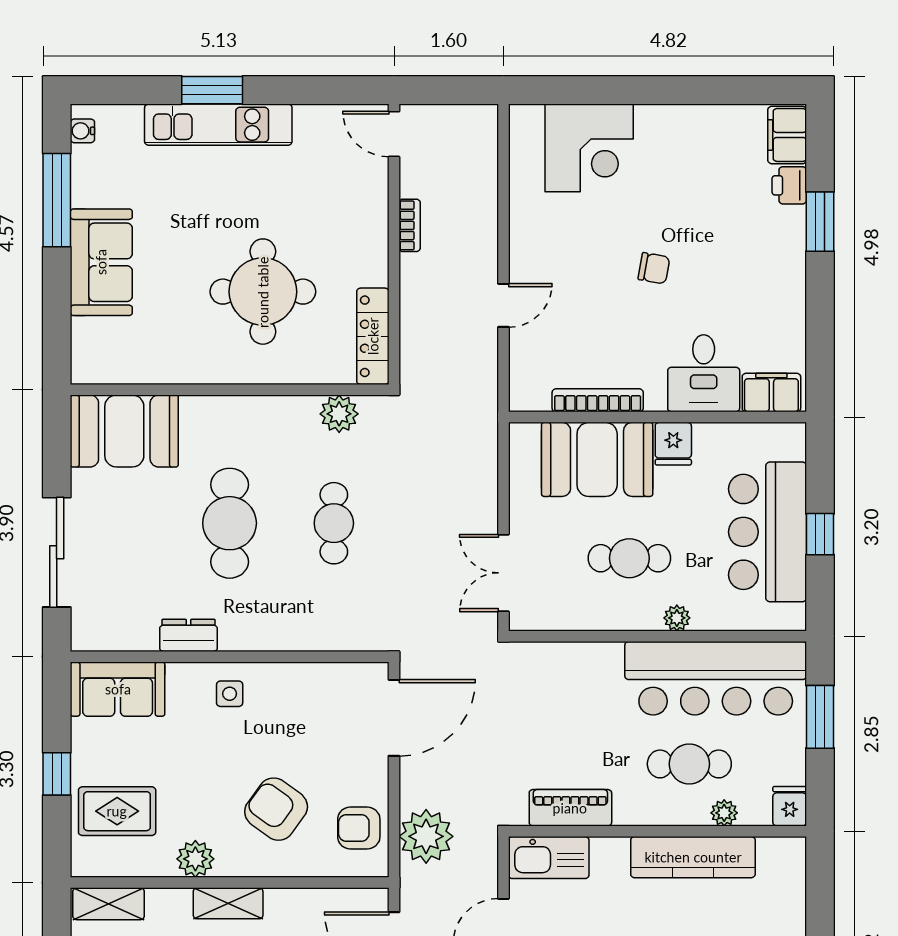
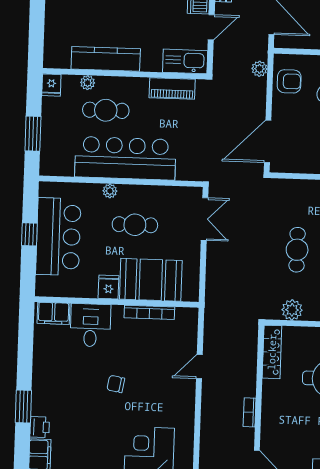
bar counter: (716, 678) -> (125, 158), moved
plant: (426, 836) -> (259, 69), width x0.53, depth x0.53

